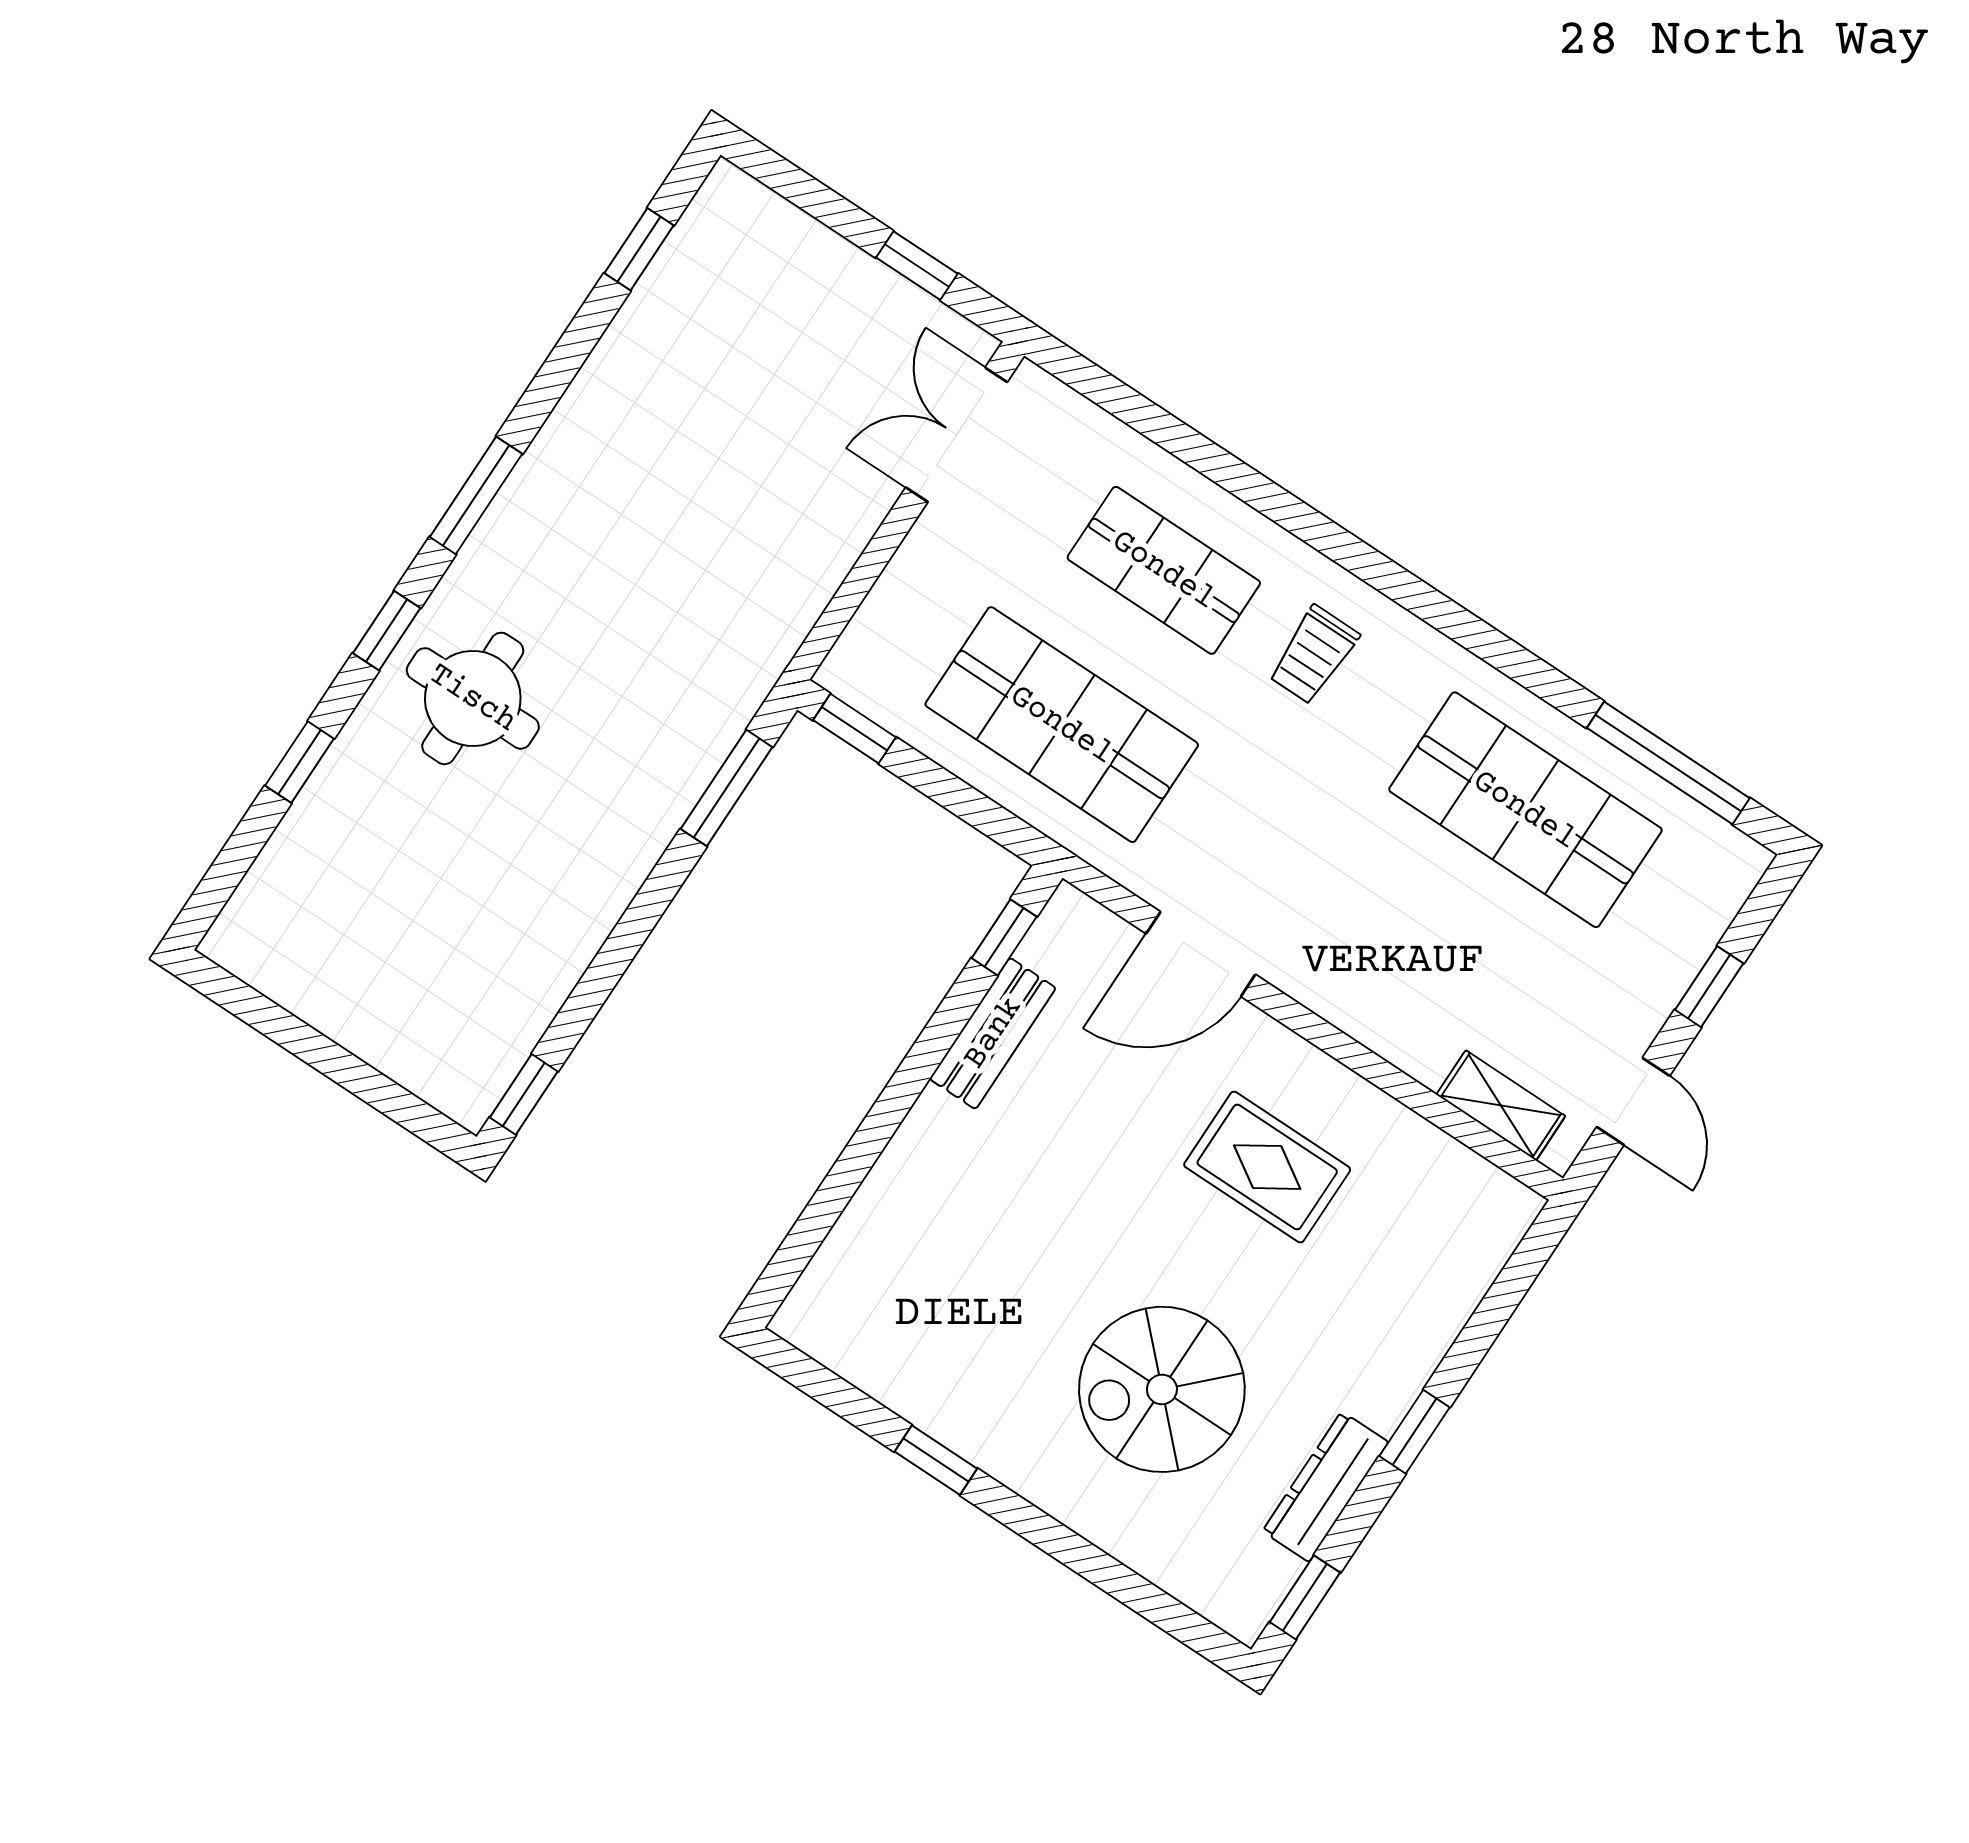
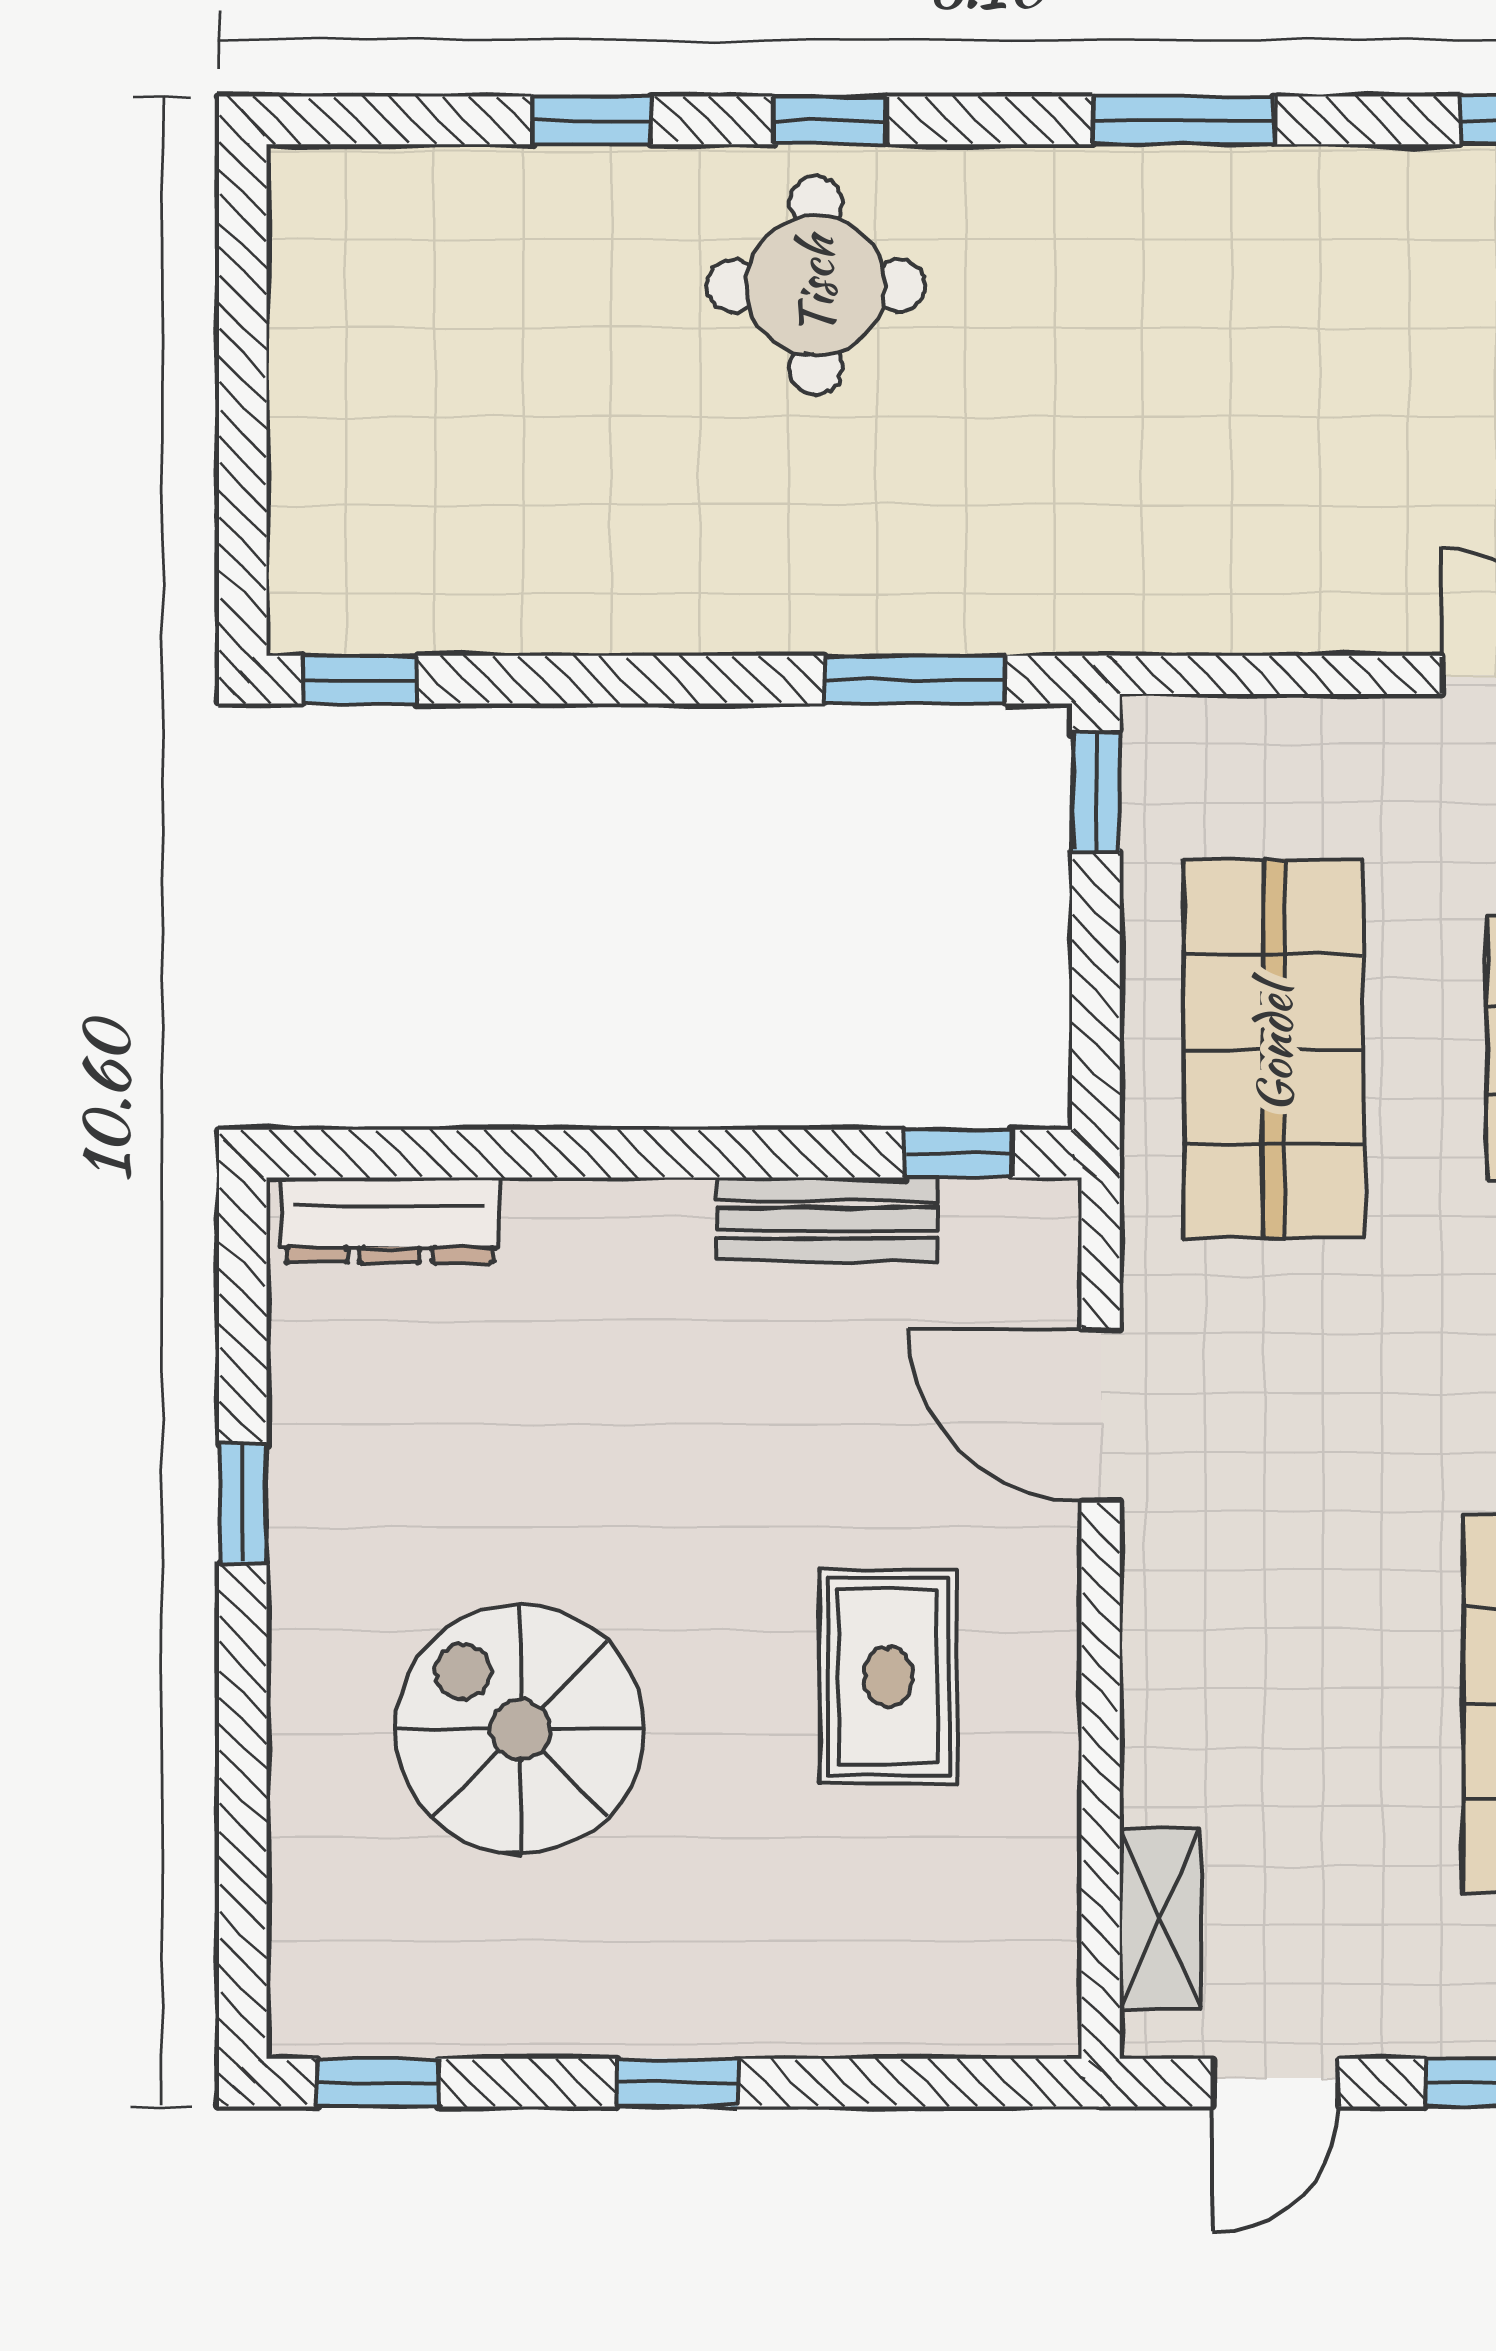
window: (476, 495) -> (1183, 120), moved
dresser: (1325, 1487) -> (390, 1220), moved, turned 180

